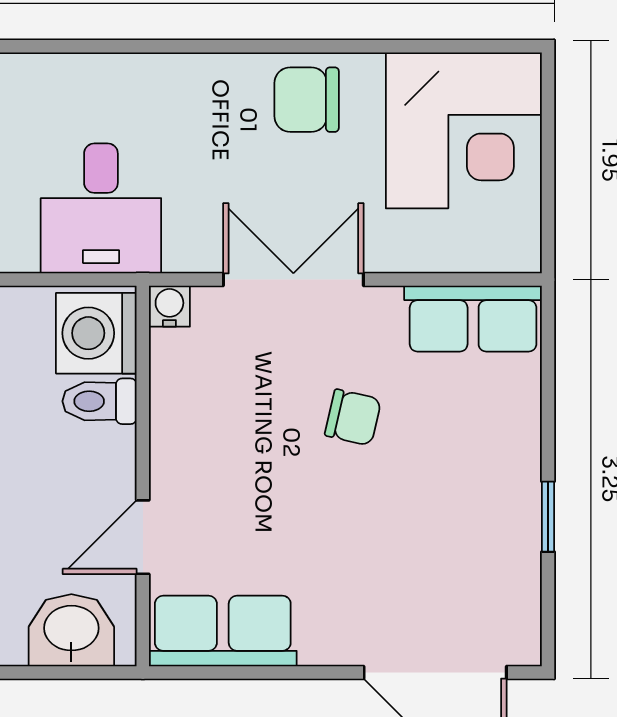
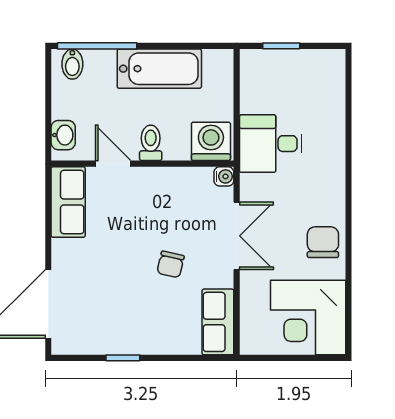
toilet: (100, 401) -> (151, 143), moved
washbasin: (71, 630) -> (63, 135), width x0.72, depth x0.69

